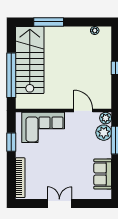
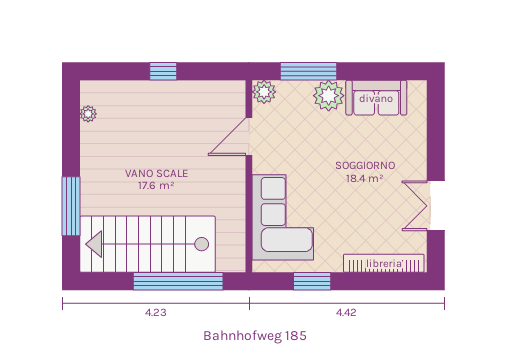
plant: (104, 133) -> (329, 96), moved
double door: (59, 204) -> (436, 206), moved

